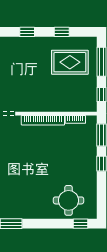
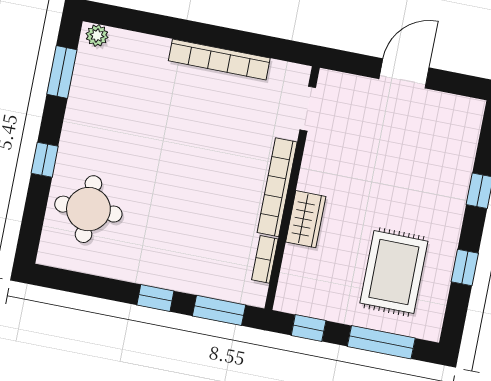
wardrobe: (54, 105) -> (306, 219), added
window: (80, 224) -> (45, 160), moved

